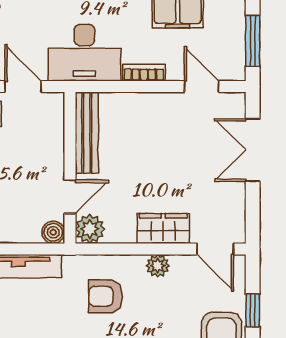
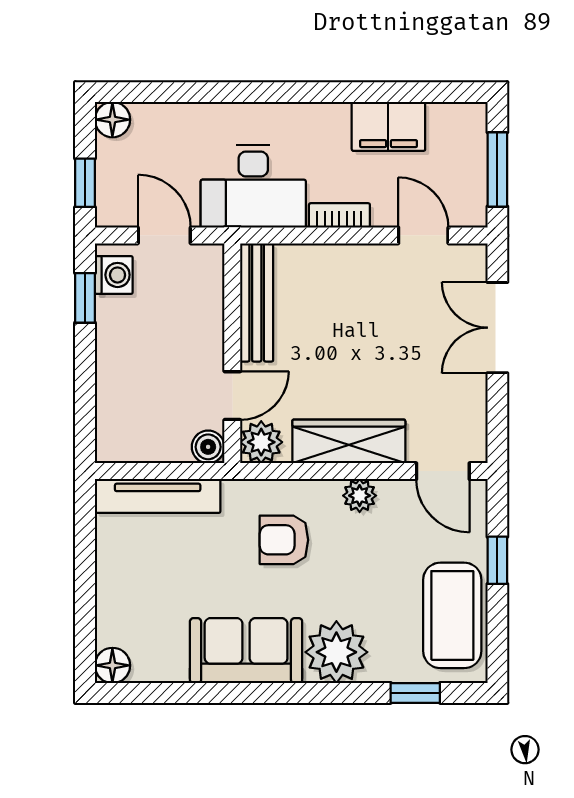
wardrobe: (163, 228) -> (349, 441), width x1.50

